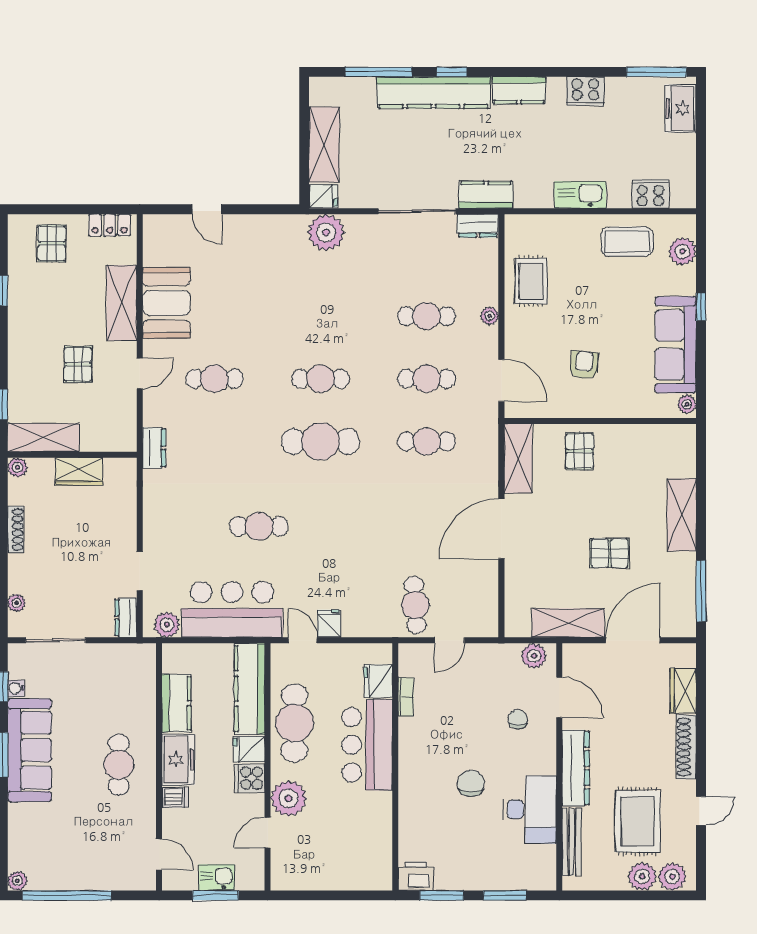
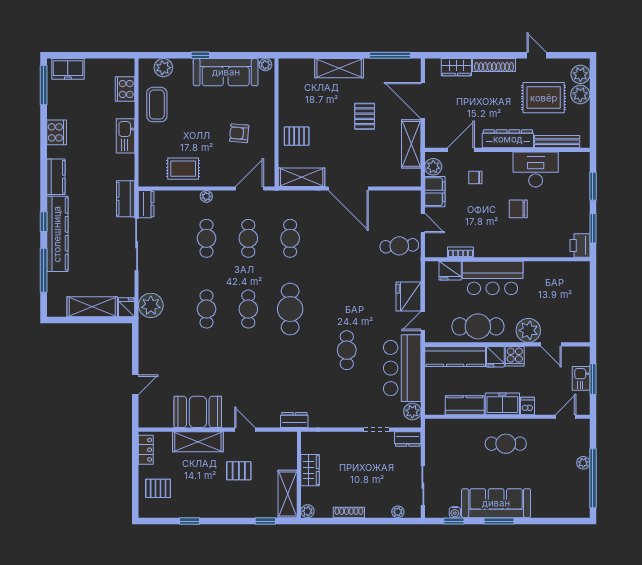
cafe table: (215, 379) -> (207, 309), moved
fridge: (329, 624) -> (408, 296), width x1.88, depth x1.34
filing cabinet: (497, 658) -> (435, 192), added
plant: (17, 881) -> (583, 463), moved

